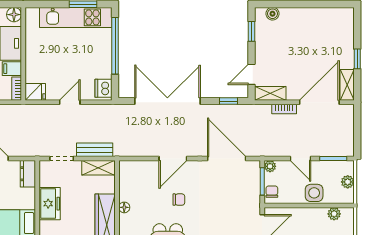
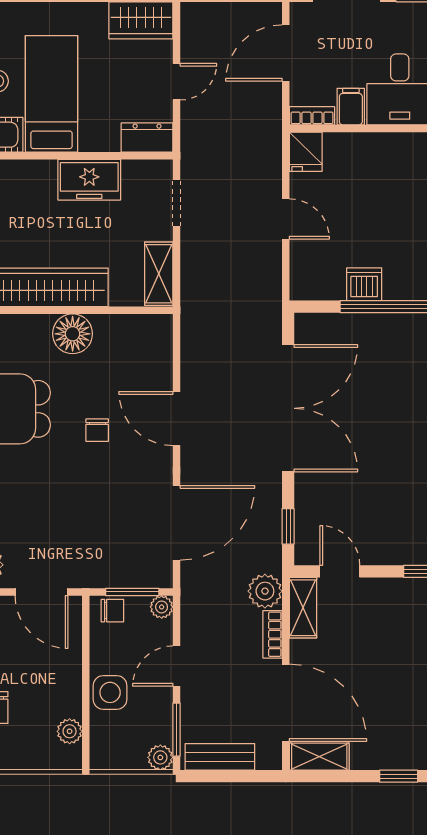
window: (357, 59) -> (399, 776), moved
dishwasher: (103, 88) -> (364, 284), moved
plant: (262, 113) -> (265, 591), added
bench: (95, 150) -> (220, 757), moved, turned 90
plant: (348, 182) -> (160, 757), moved
floor lamp: (124, 207) -> (73, 334), width x1.89, depth x1.89

